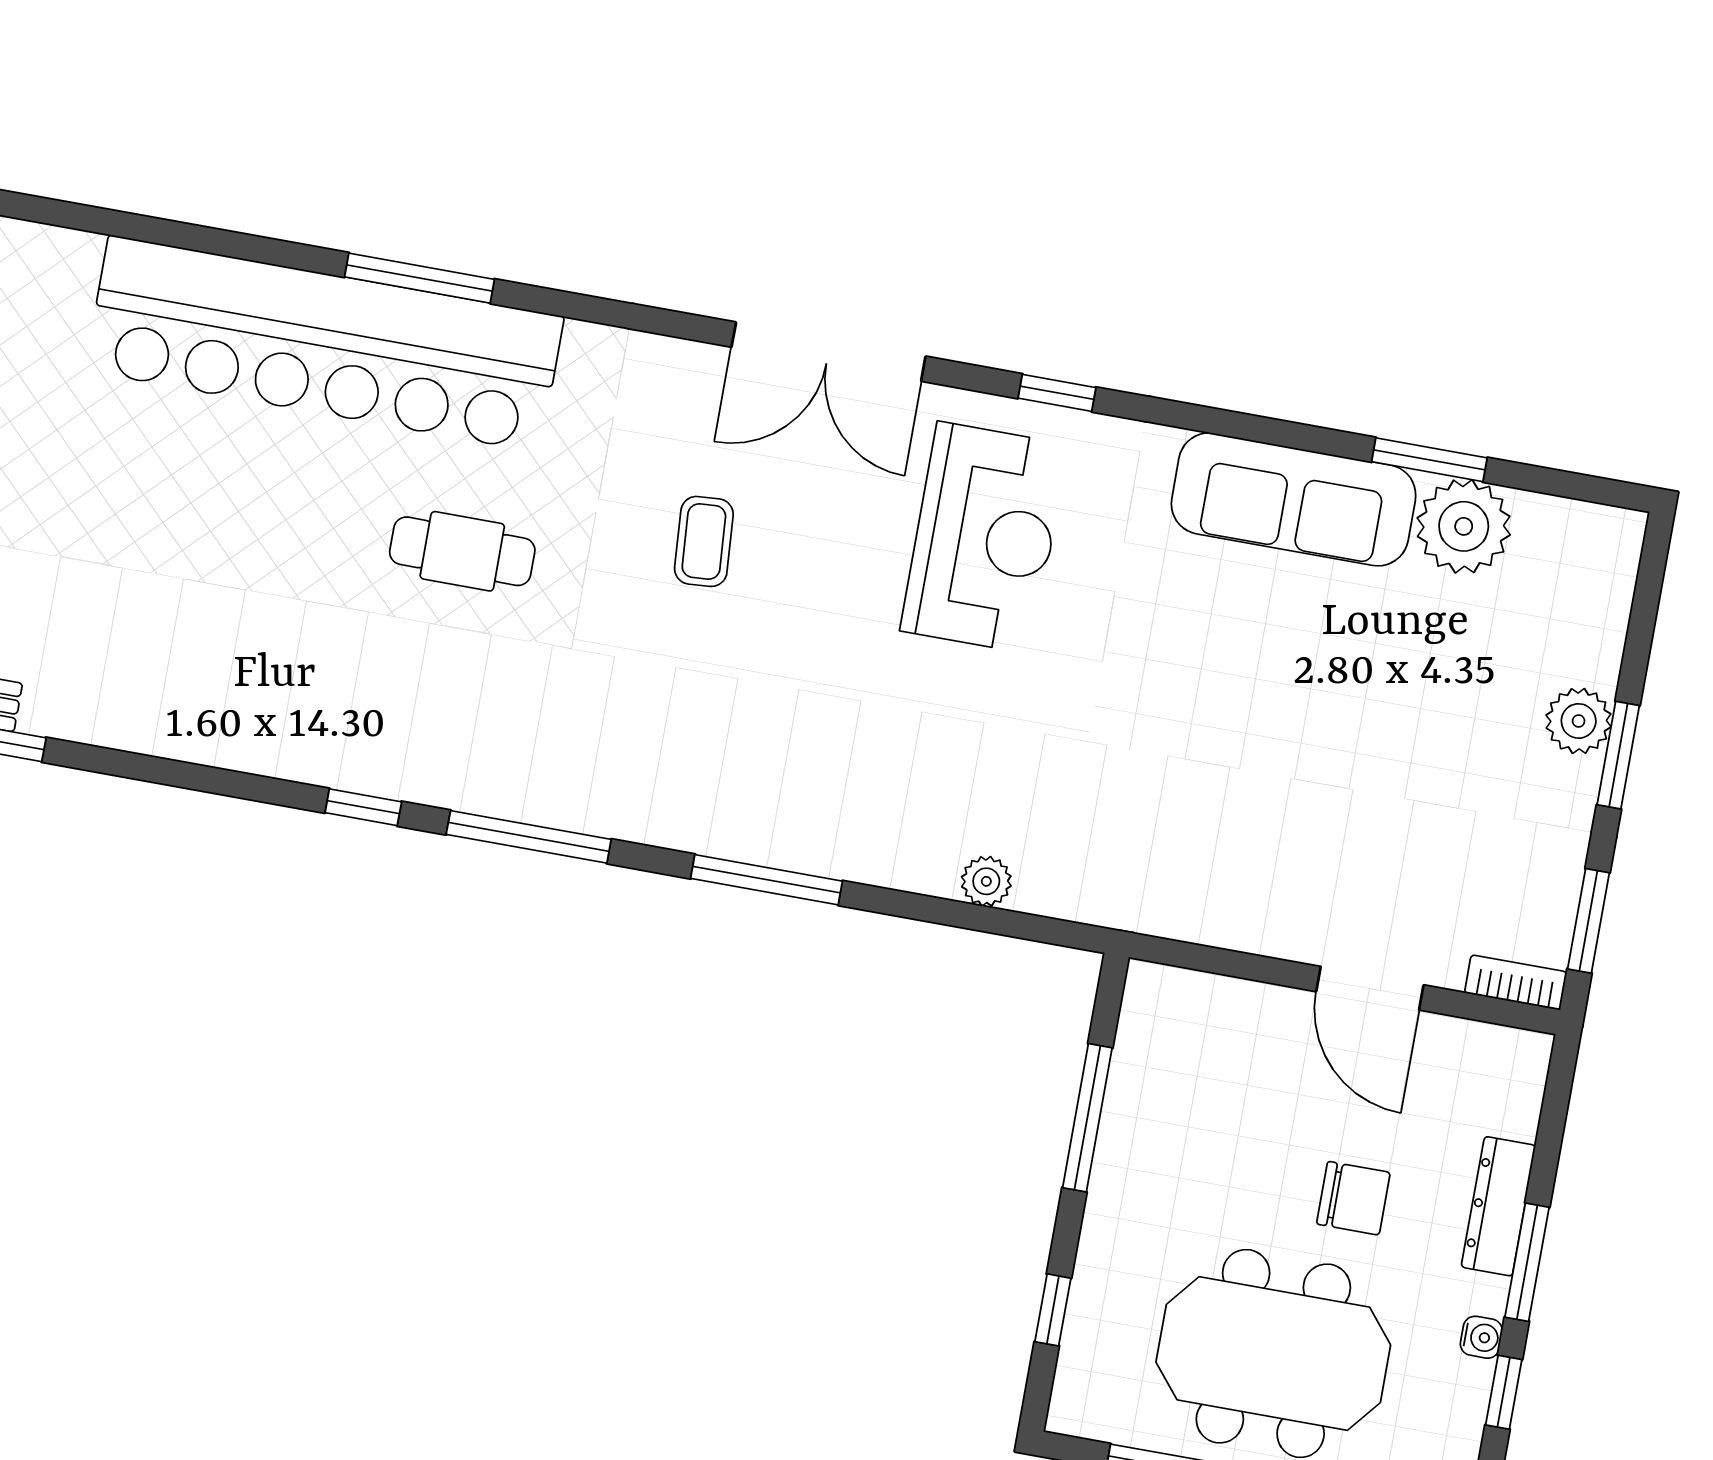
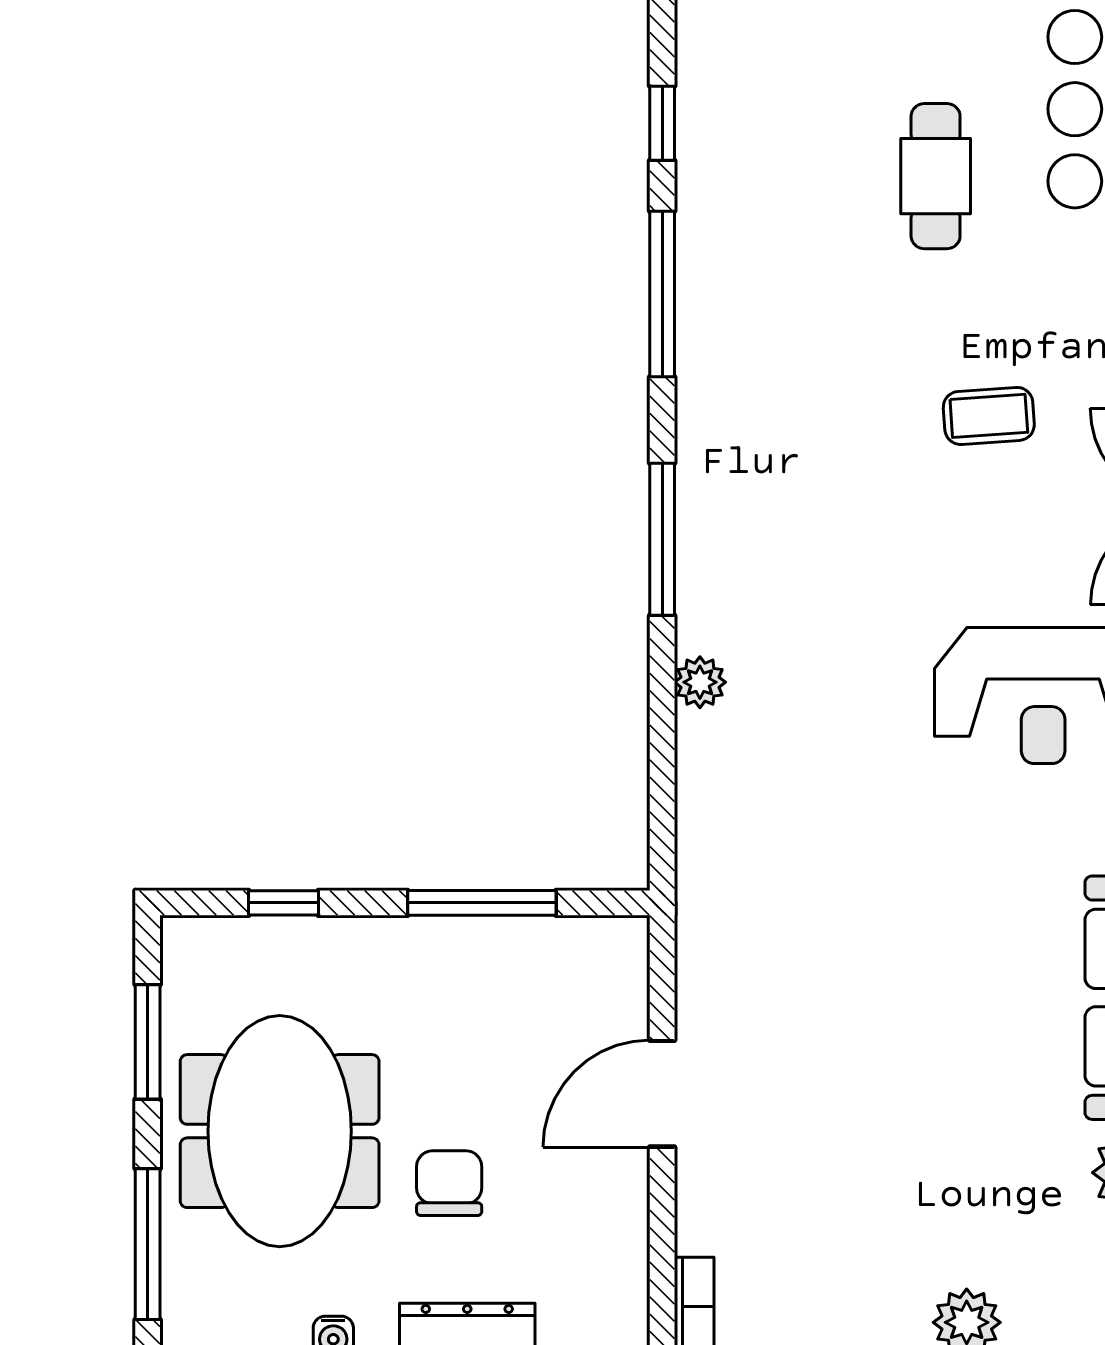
plant: (986, 881) -> (700, 682), moved
door: (1370, 988) -> (662, 1094), moved
chair: (1353, 1198) -> (449, 1183), turned 180

